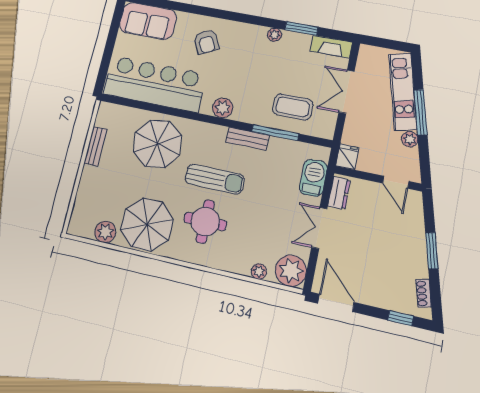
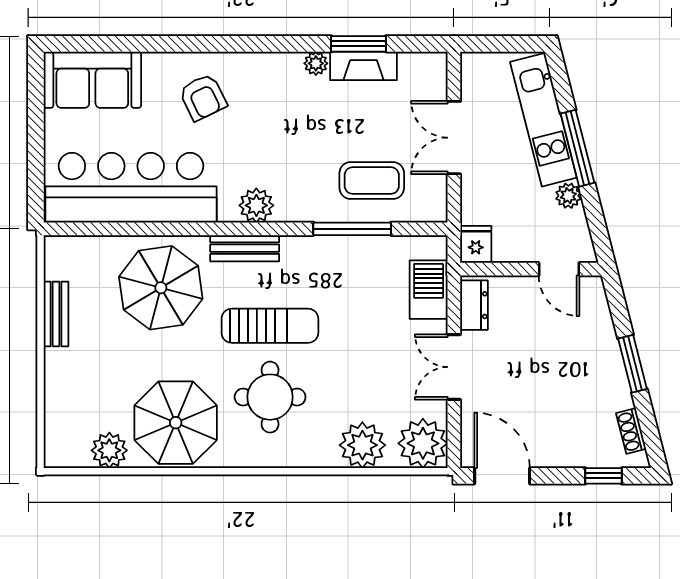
fireplace: (331, 47) -> (364, 66), moved
bench: (247, 139) -> (245, 248), moved
plant: (259, 271) -> (362, 445), width x1.88, depth x1.88

